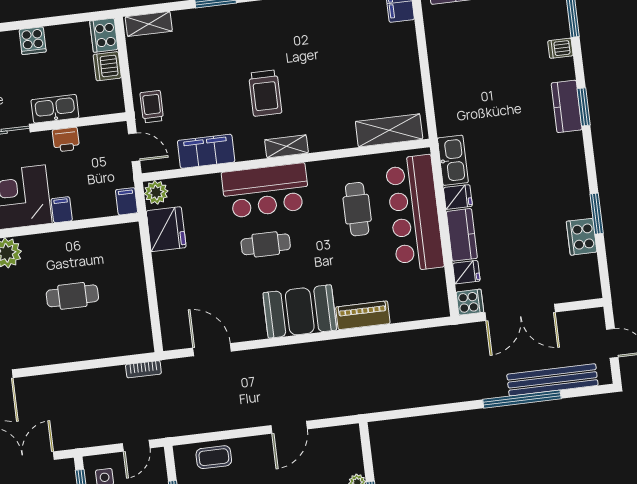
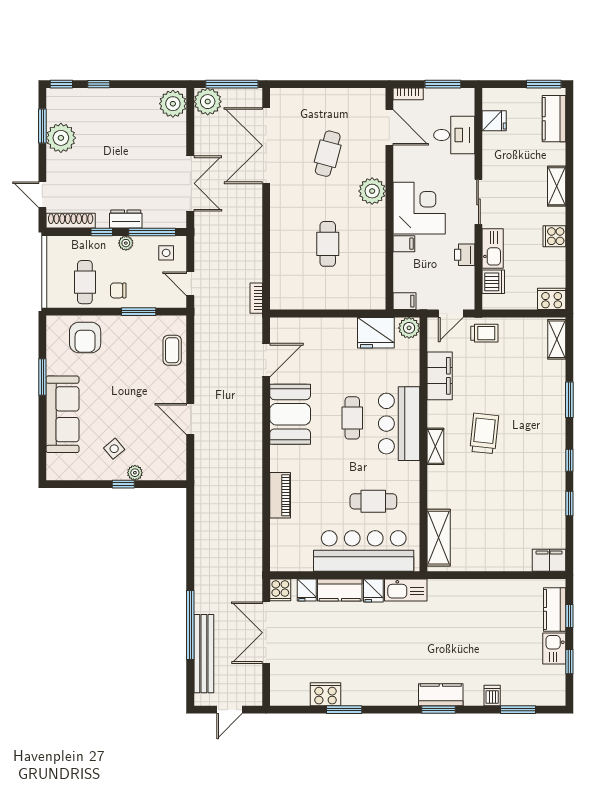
dishwasher: (107, 66) -> (493, 282), moved, turned 90
trolley: (265, 93) -> (484, 433), turned 96
booth: (300, 311) -> (290, 414), moved

